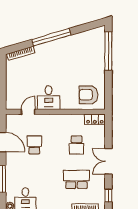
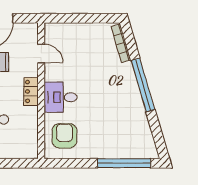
desk: (49, 98) -> (61, 97), moved
locker: (95, 119) -> (31, 91), moved

